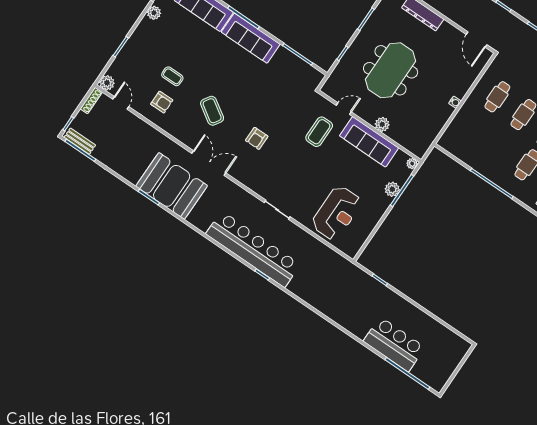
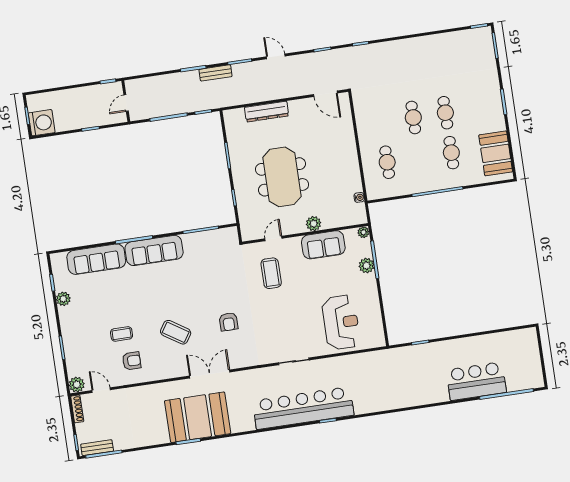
cafe table: (497, 97) -> (387, 162), moved
water cooler: (455, 102) -> (359, 197), moved
sofa: (369, 142) -> (323, 245), width x0.73

